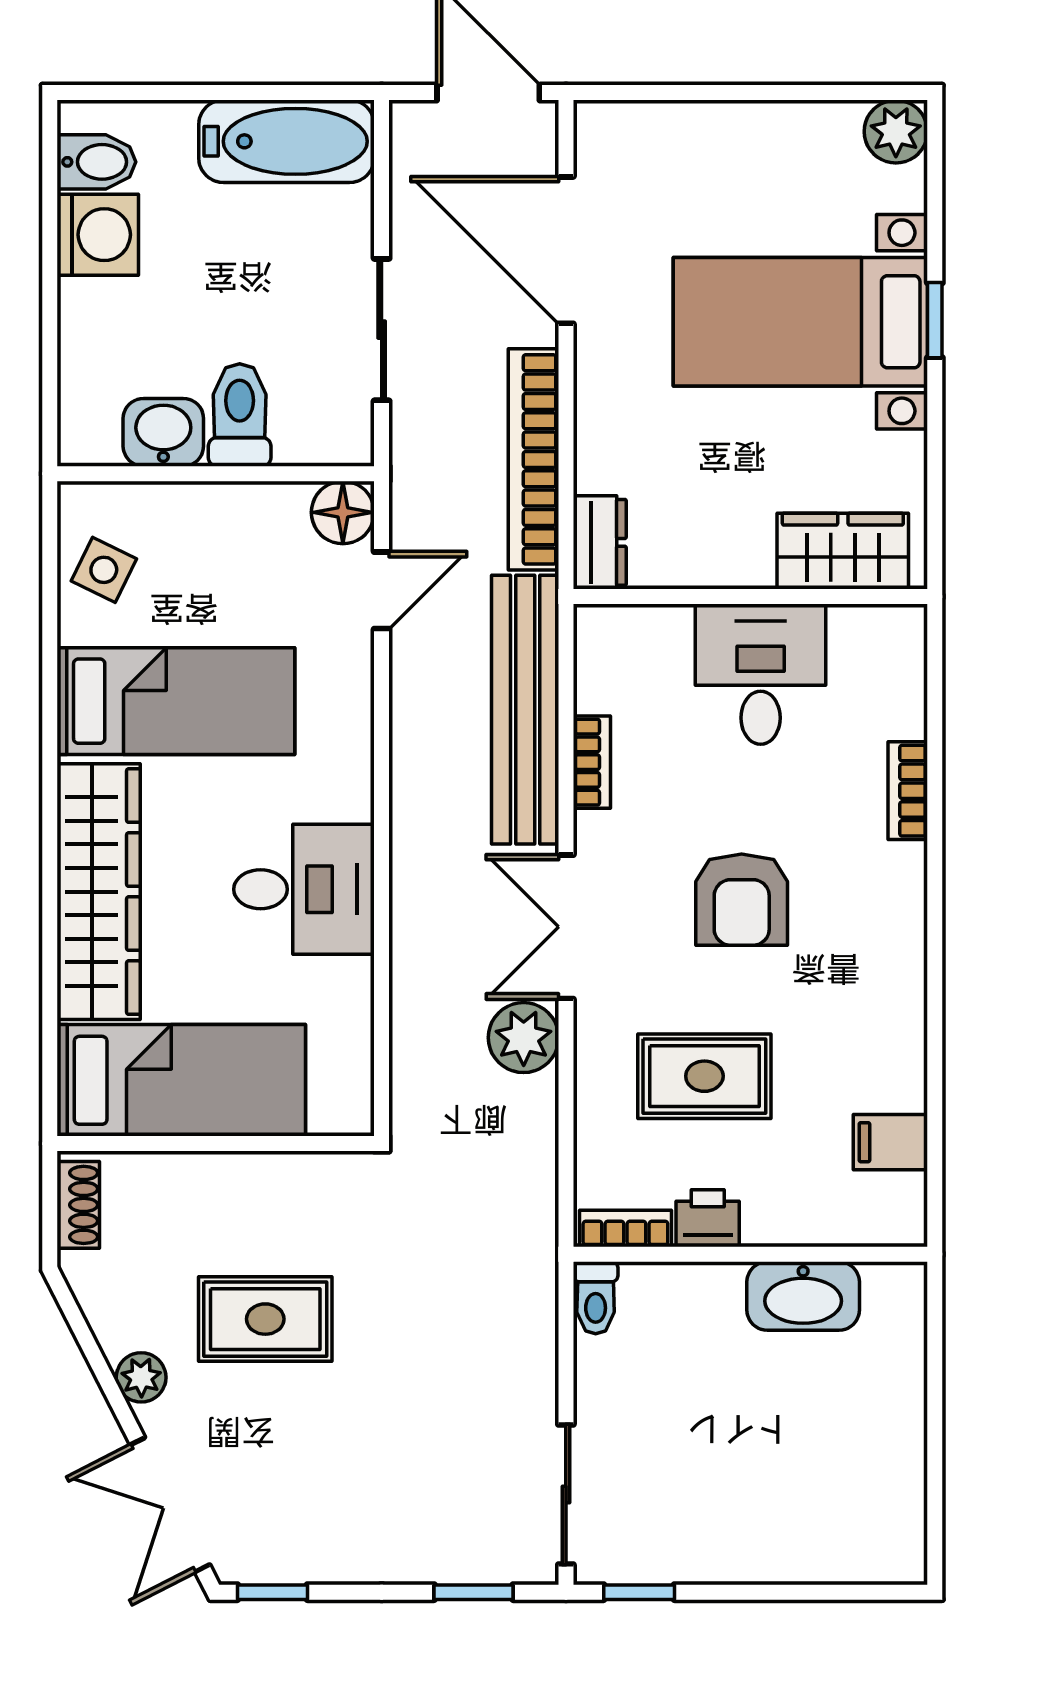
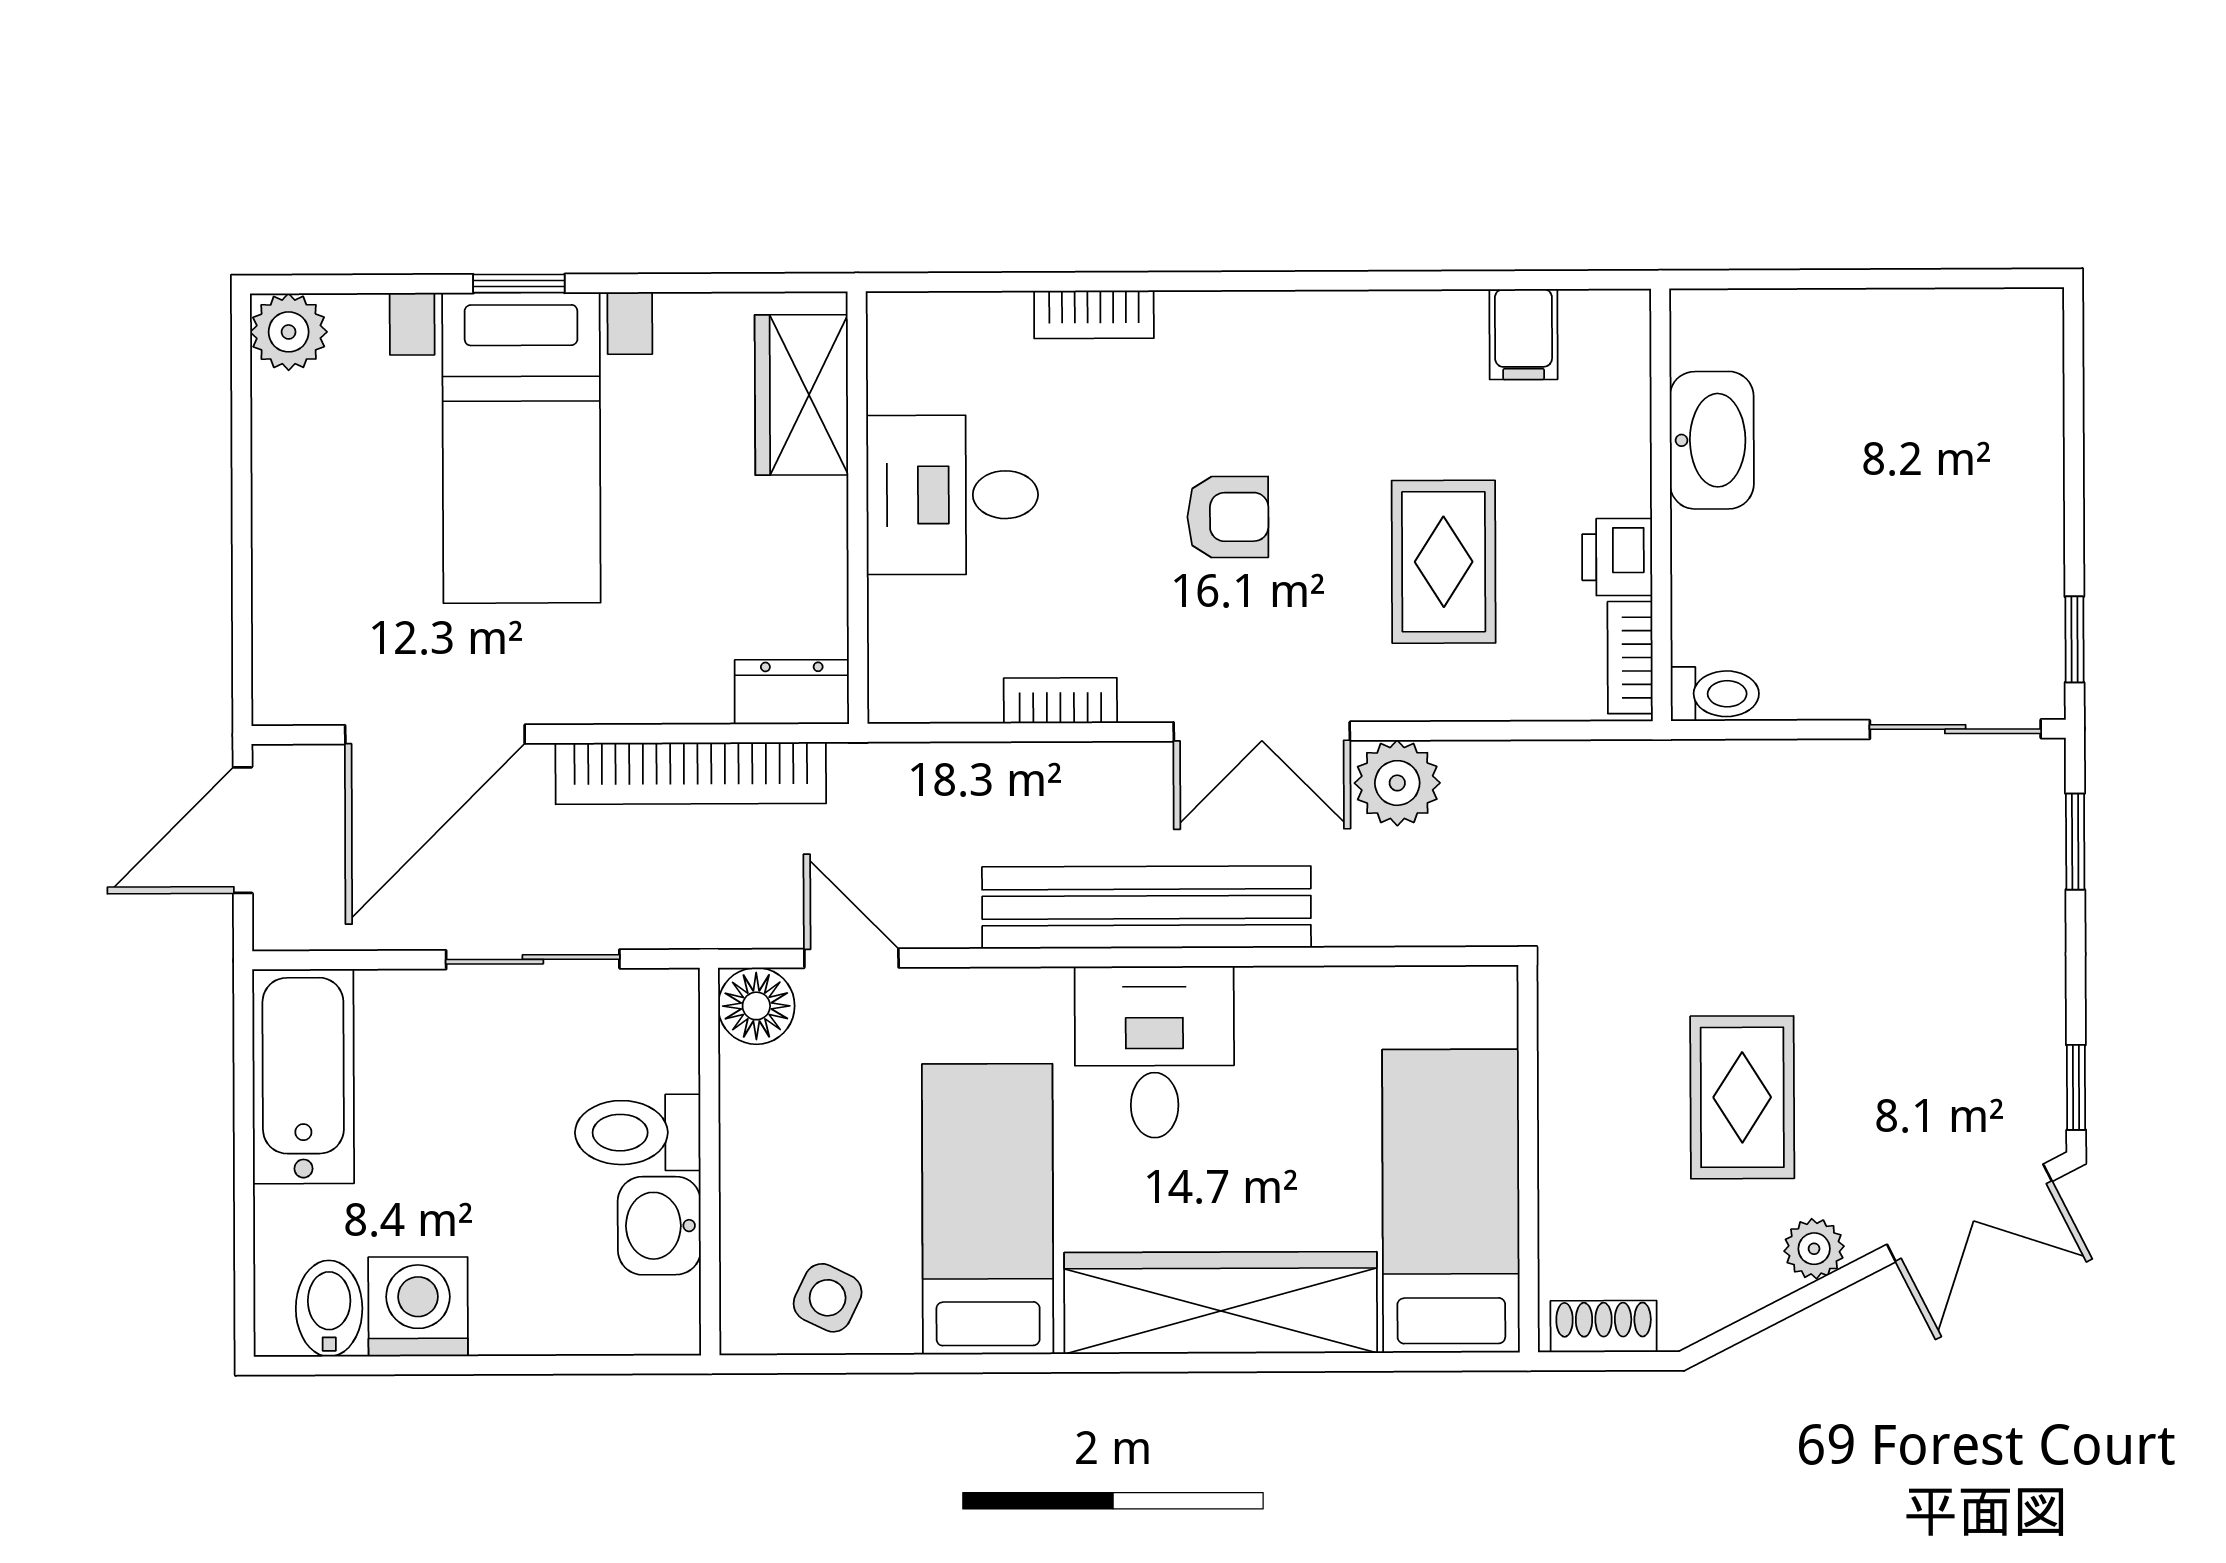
bench: (525, 710) -> (1147, 907), moved
desk: (304, 889) -> (1154, 1052), moved
armchair: (742, 900) -> (1228, 517), width x0.72, depth x0.72

